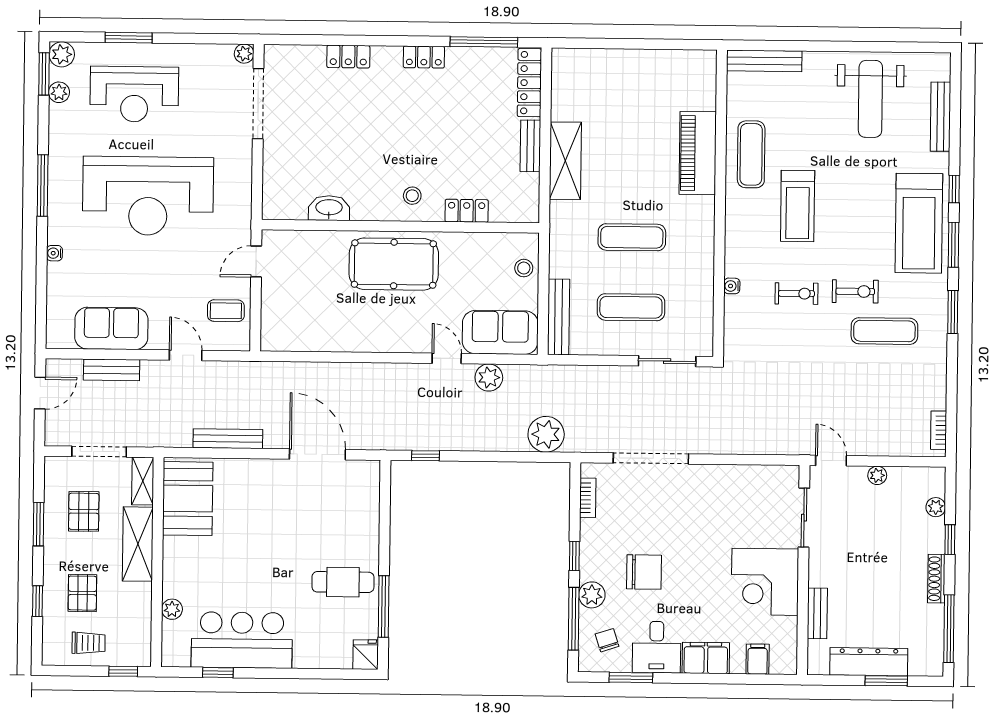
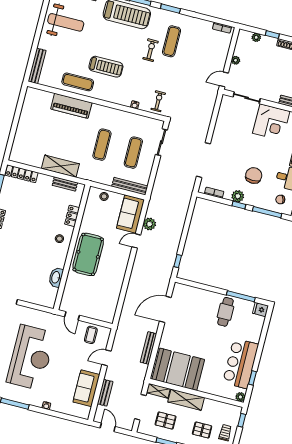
bench: (530, 146) -> (65, 184), moved
exercise bike: (796, 294) -> (158, 101), moved
plant: (546, 434) -> (181, 205), removed
booth: (188, 499) -> (178, 369), width x1.36, depth x1.42
plant: (592, 595) -> (238, 196), moved
plant: (172, 609) -> (240, 397), moved

